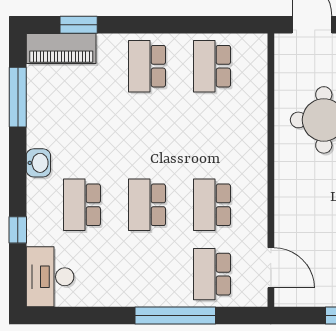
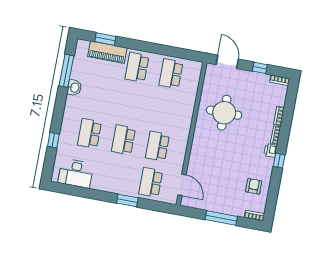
piano: (61, 49) -> (107, 52), moved
washbasin: (38, 163) -> (74, 88), moved
desk: (50, 277) -> (76, 173), moved, turned -90
window: (175, 316) -> (127, 200), width x0.47

